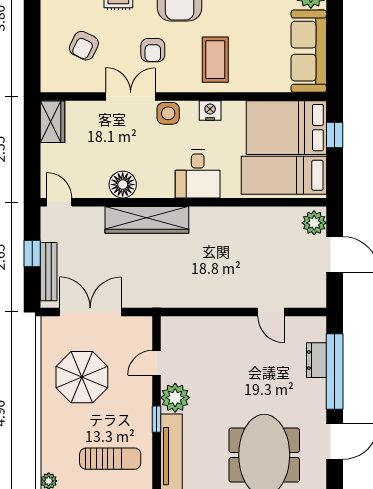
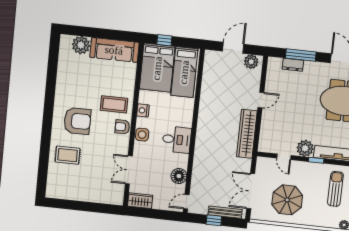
armchair: (84, 46) -> (99, 178), removed
armchair: (153, 50) -> (122, 127), moved, turned 180
double door: (131, 96) -> (129, 170), moved
desk: (198, 174) -> (177, 140), moved
floor lamp: (123, 185) -> (179, 176), moved
wardrobe: (147, 220) -> (247, 134), moved, turned 180
plant: (314, 223) -> (251, 62), moved
door: (271, 312) -> (261, 100), moved
window: (335, 372) -> (301, 55), width x0.68

